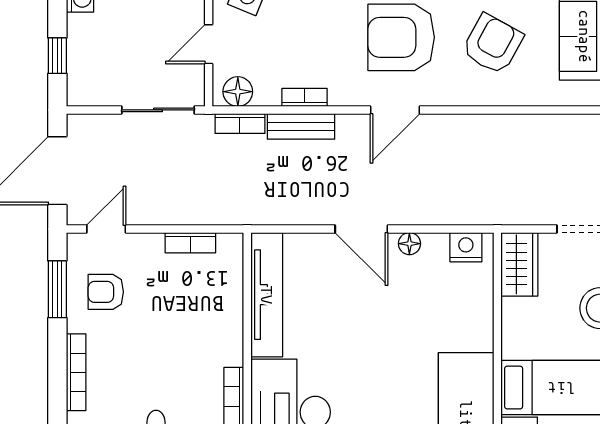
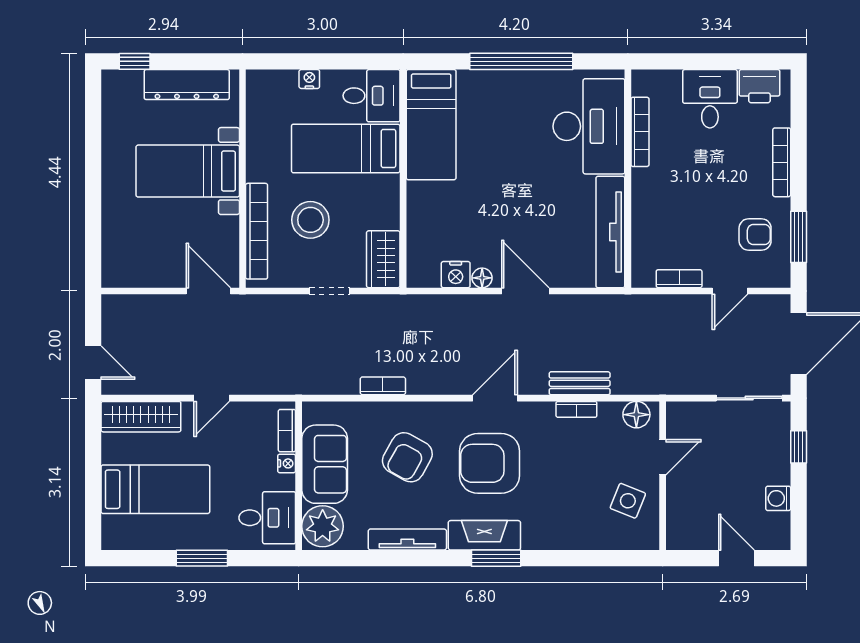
armchair: (401, 37) -> (490, 463), turned 180
sliding door: (158, 110) -> (749, 398), moved
bookcase: (240, 124) -> (383, 386), moved
door: (106, 229) -> (730, 291), moved
nightstand: (466, 247) -> (456, 275), moved

